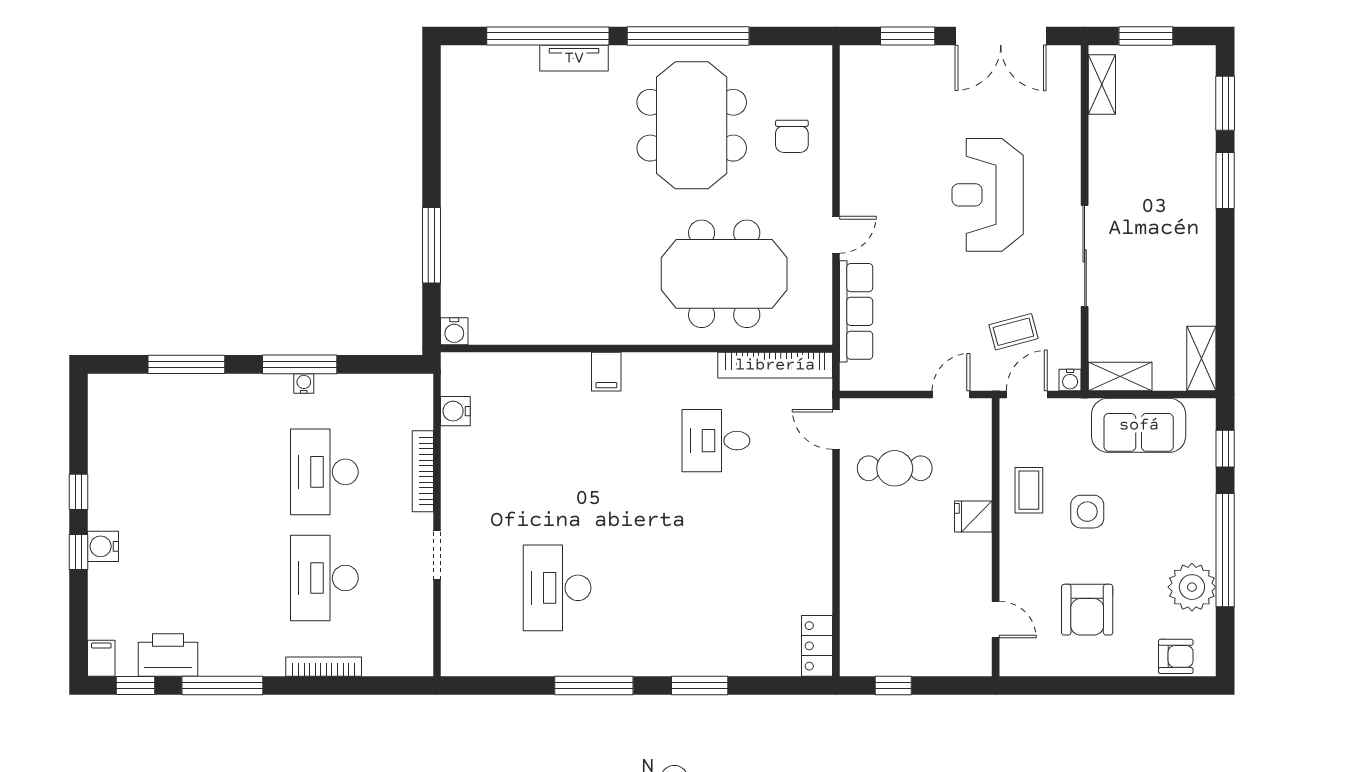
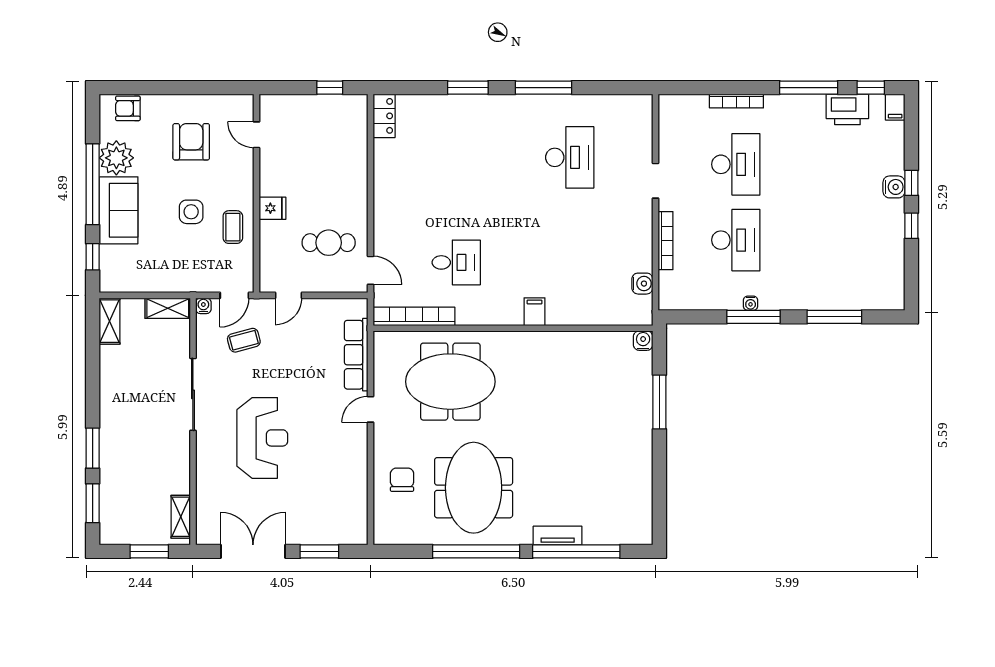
sofa: (1139, 425) -> (119, 210), moved, turned 90

